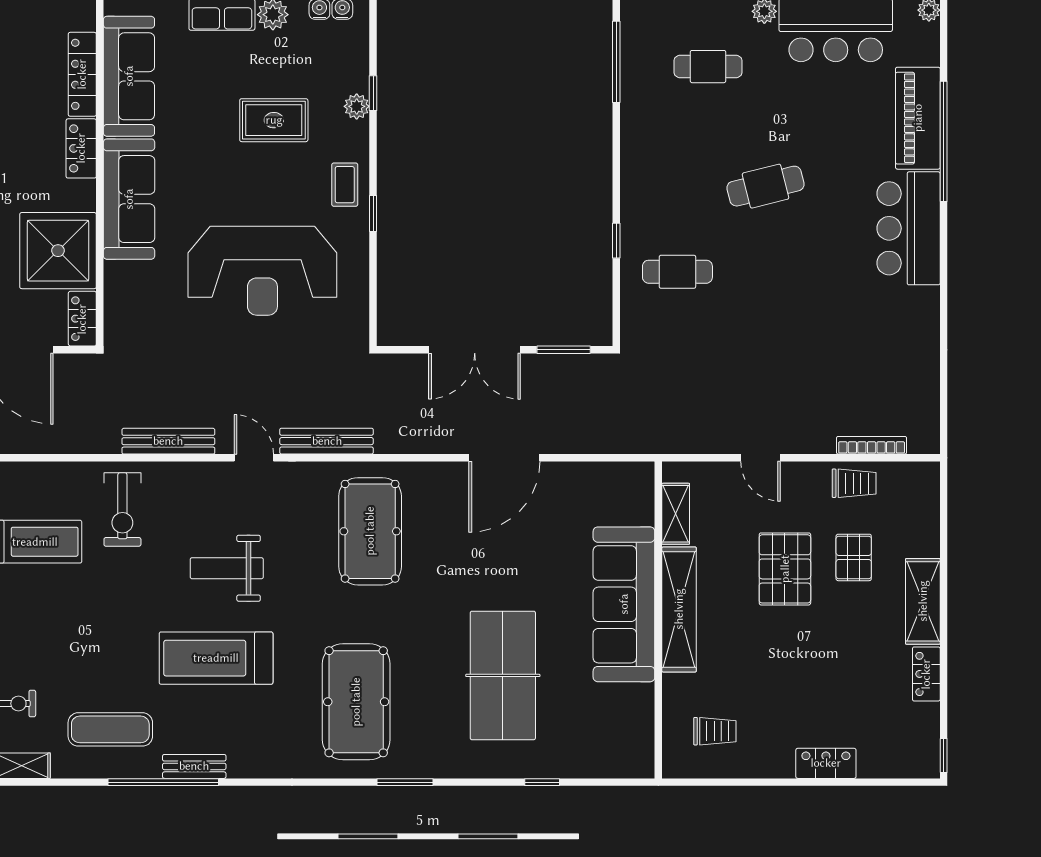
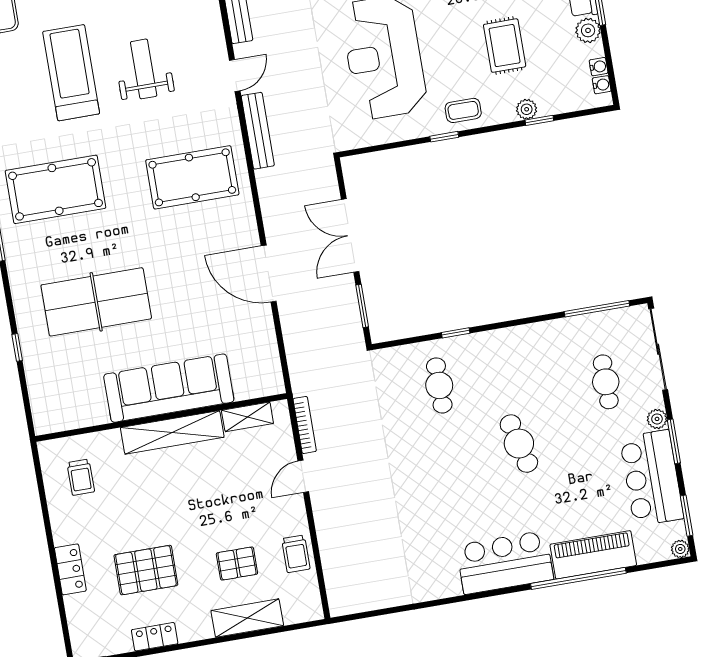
bookcase: (872, 445) -> (305, 425), moved
pallet: (785, 569) -> (146, 570), moved
shelving: (923, 601) -> (247, 618), moved

